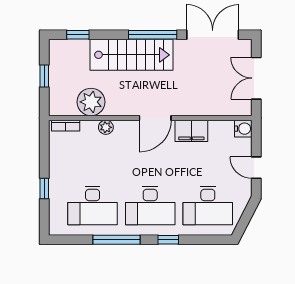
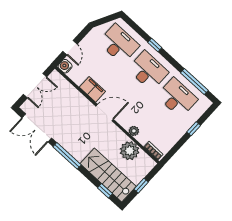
stairs: (132, 55) -> (108, 175), moved
door: (256, 168) -> (70, 48), moved
window: (116, 240) -> (194, 82), moved

